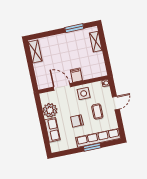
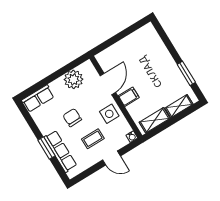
shelving: (35, 52) -> (155, 120), moved
row of seats: (52, 130) -> (38, 98), moved
row of seats: (98, 138) -> (60, 151), width x0.73

